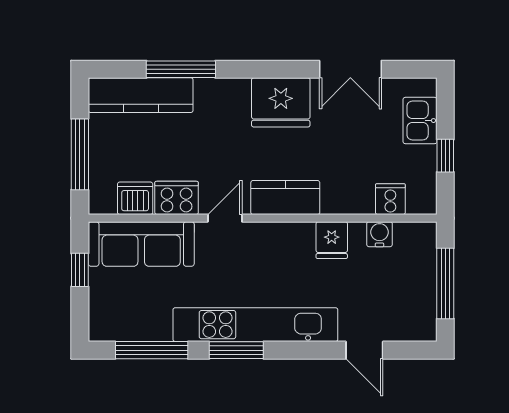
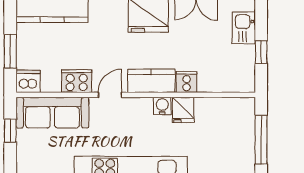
window: (80, 154) -> (10, 51), width x0.69
dishwasher: (135, 198) -> (28, 81), moved
cooker: (390, 199) -> (187, 82), moved
water cooler: (379, 234) -> (162, 106), moved

